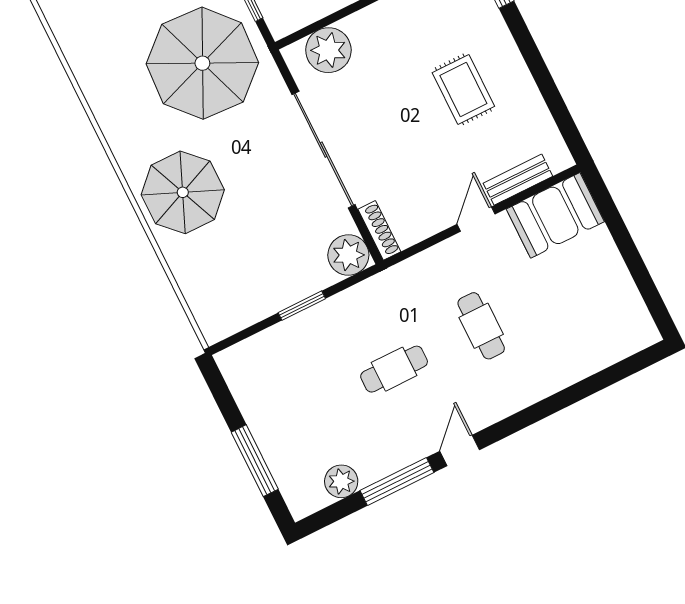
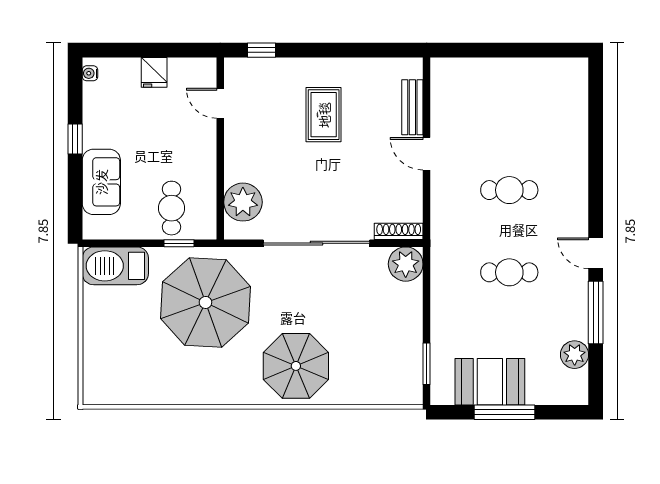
rug: (463, 89) -> (324, 115), turned 90
booth: (555, 215) -> (490, 382), moved, turned 90
window: (302, 306) -> (427, 364), moved
cafe table: (394, 369) -> (509, 272), turned 90
window: (255, 461) -> (505, 412), moved

